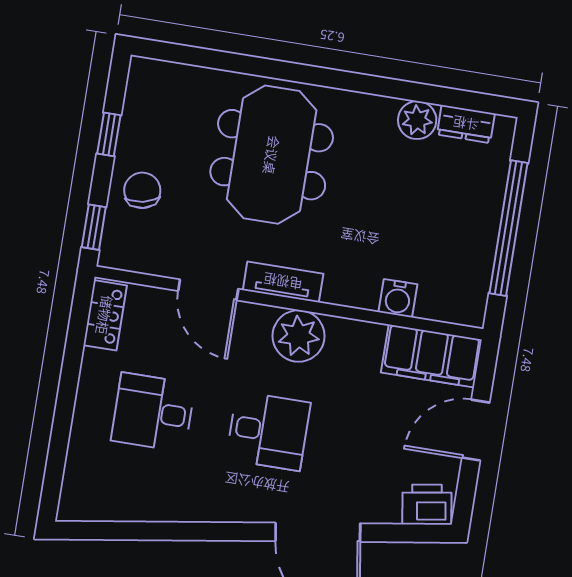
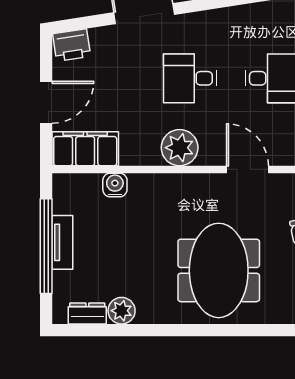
tv unit: (283, 282) -> (62, 242), moved, turned -90

